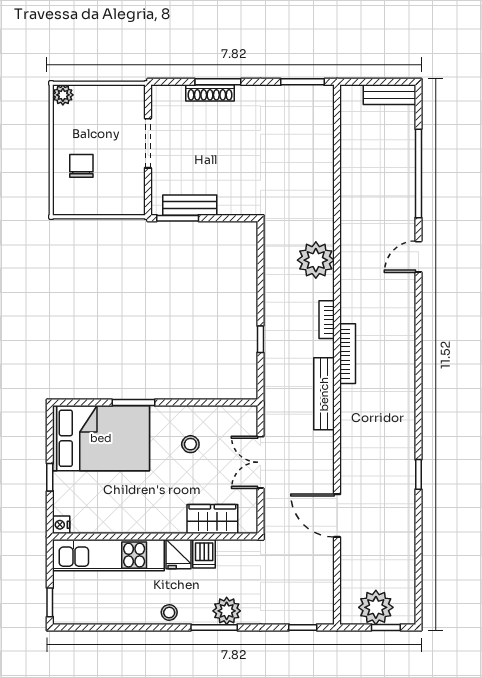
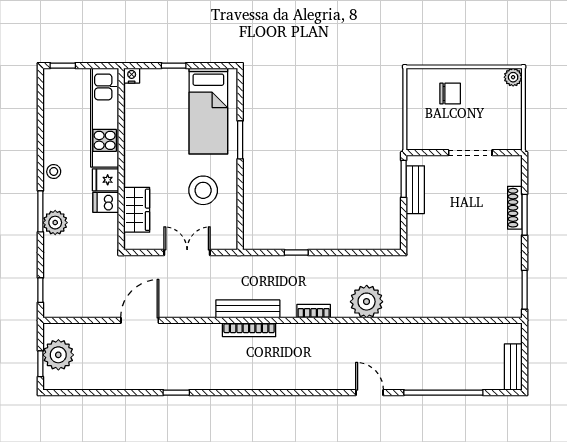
bookcase: (348, 354) -> (249, 330), moved
bed: (101, 438) -> (208, 111), width x0.67
stool: (190, 444) -> (203, 190), width x1.89, depth x1.89

